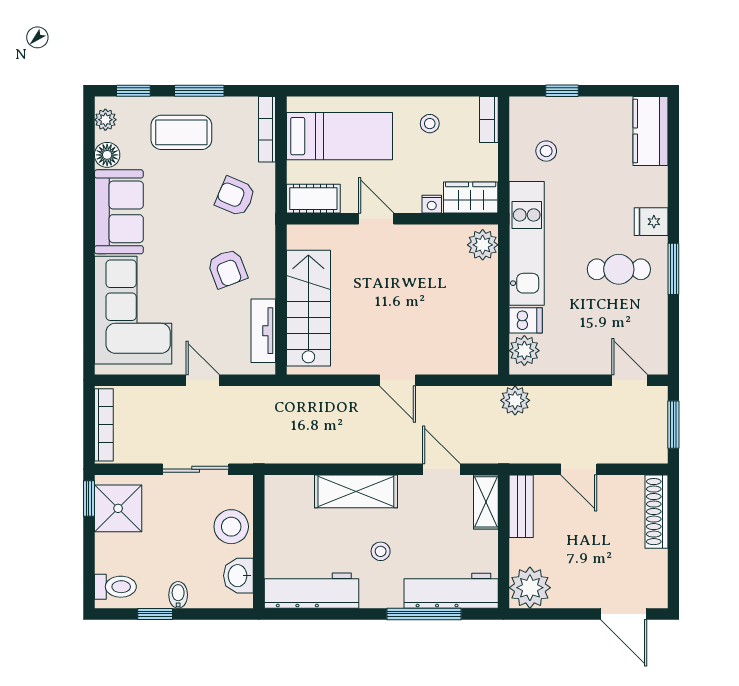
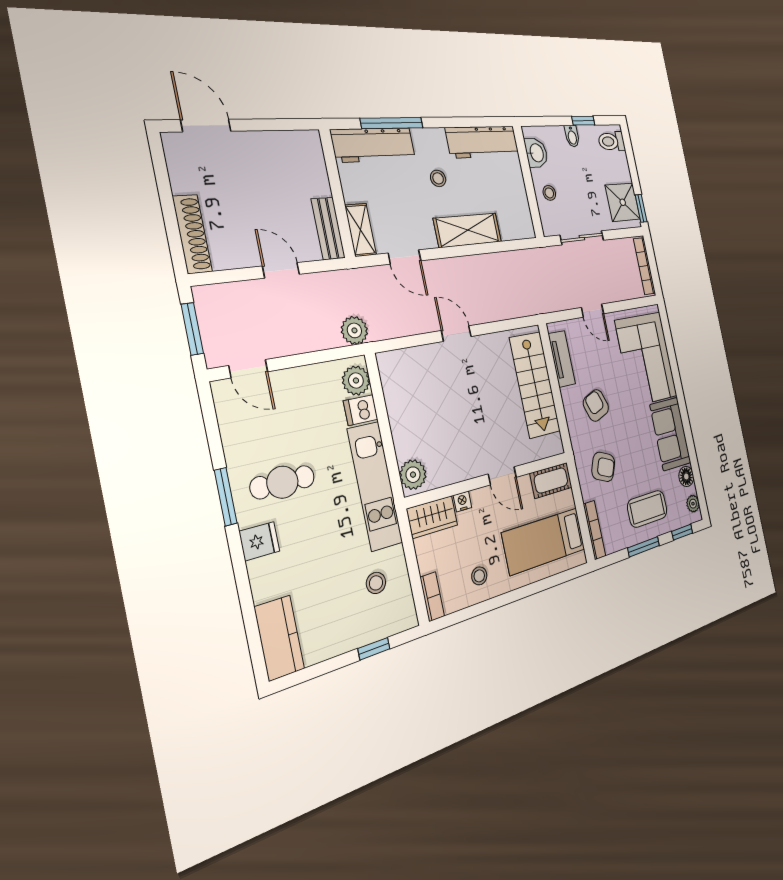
stool: (231, 527) -> (549, 193), width x0.53, depth x0.53
plant: (530, 588) -> (304, 150), removed

